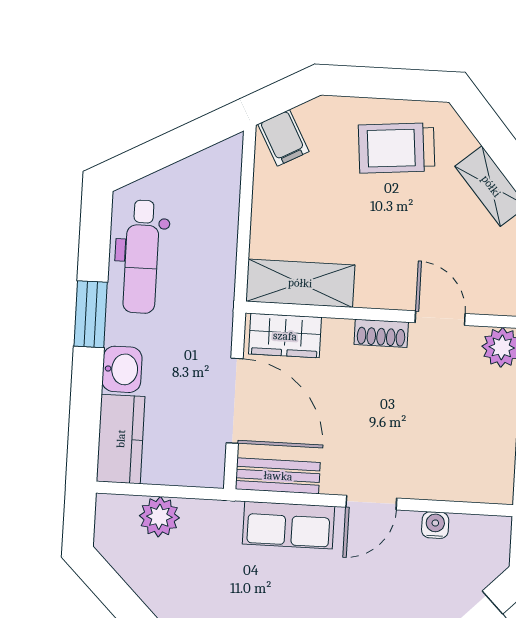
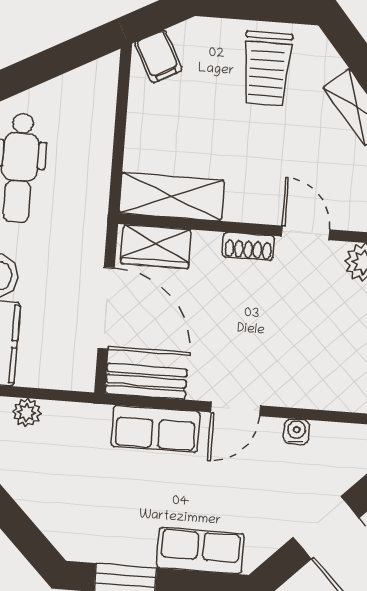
trolley: (396, 148) -> (267, 68), turned -85
plant: (159, 517) -> (27, 412), width x0.73, depth x0.73

